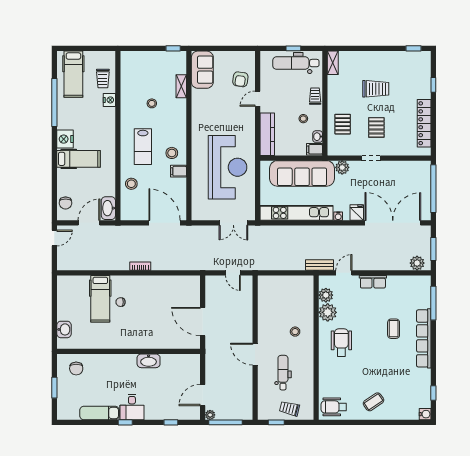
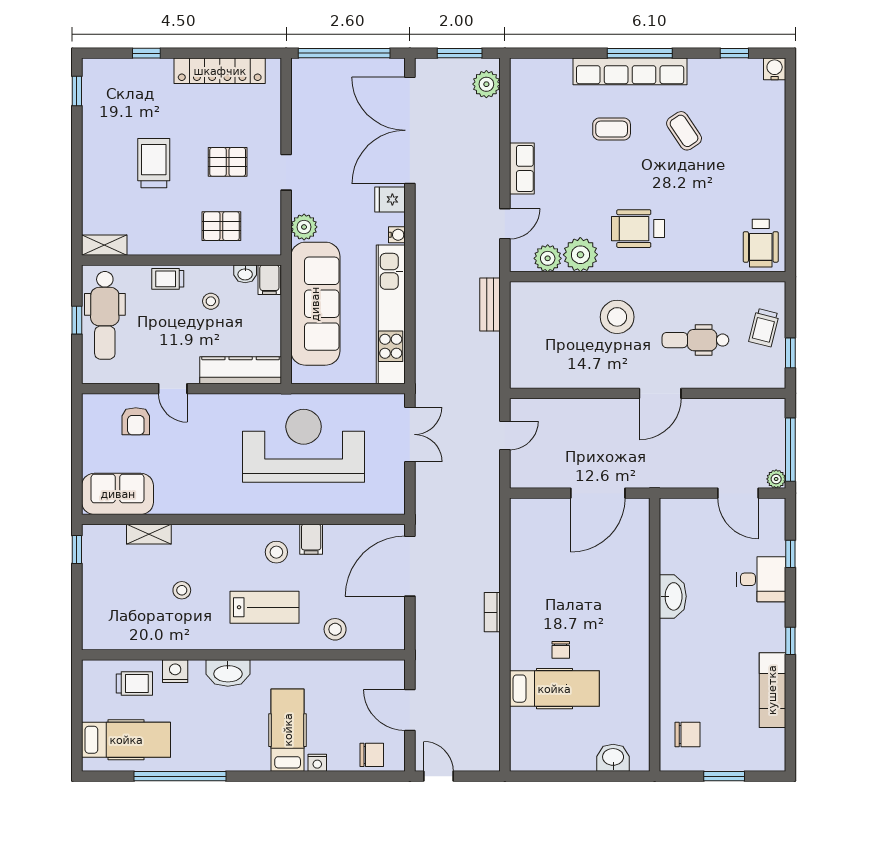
armchair: (240, 79) -> (136, 421), turned 82
nightstand: (65, 139) -> (317, 763), moved, width x0.53, depth x0.56
washbasin: (108, 208) -> (228, 673), moved
bench: (320, 265) -> (490, 305), moved
door: (344, 273) -> (505, 224), swing flipped
window: (433, 303) -> (640, 53), moved
stool: (295, 332) -> (617, 317), width x1.89, depth x1.89
coffee table: (374, 402) -> (684, 131), moved
desk: (132, 407) -> (761, 579), moved

